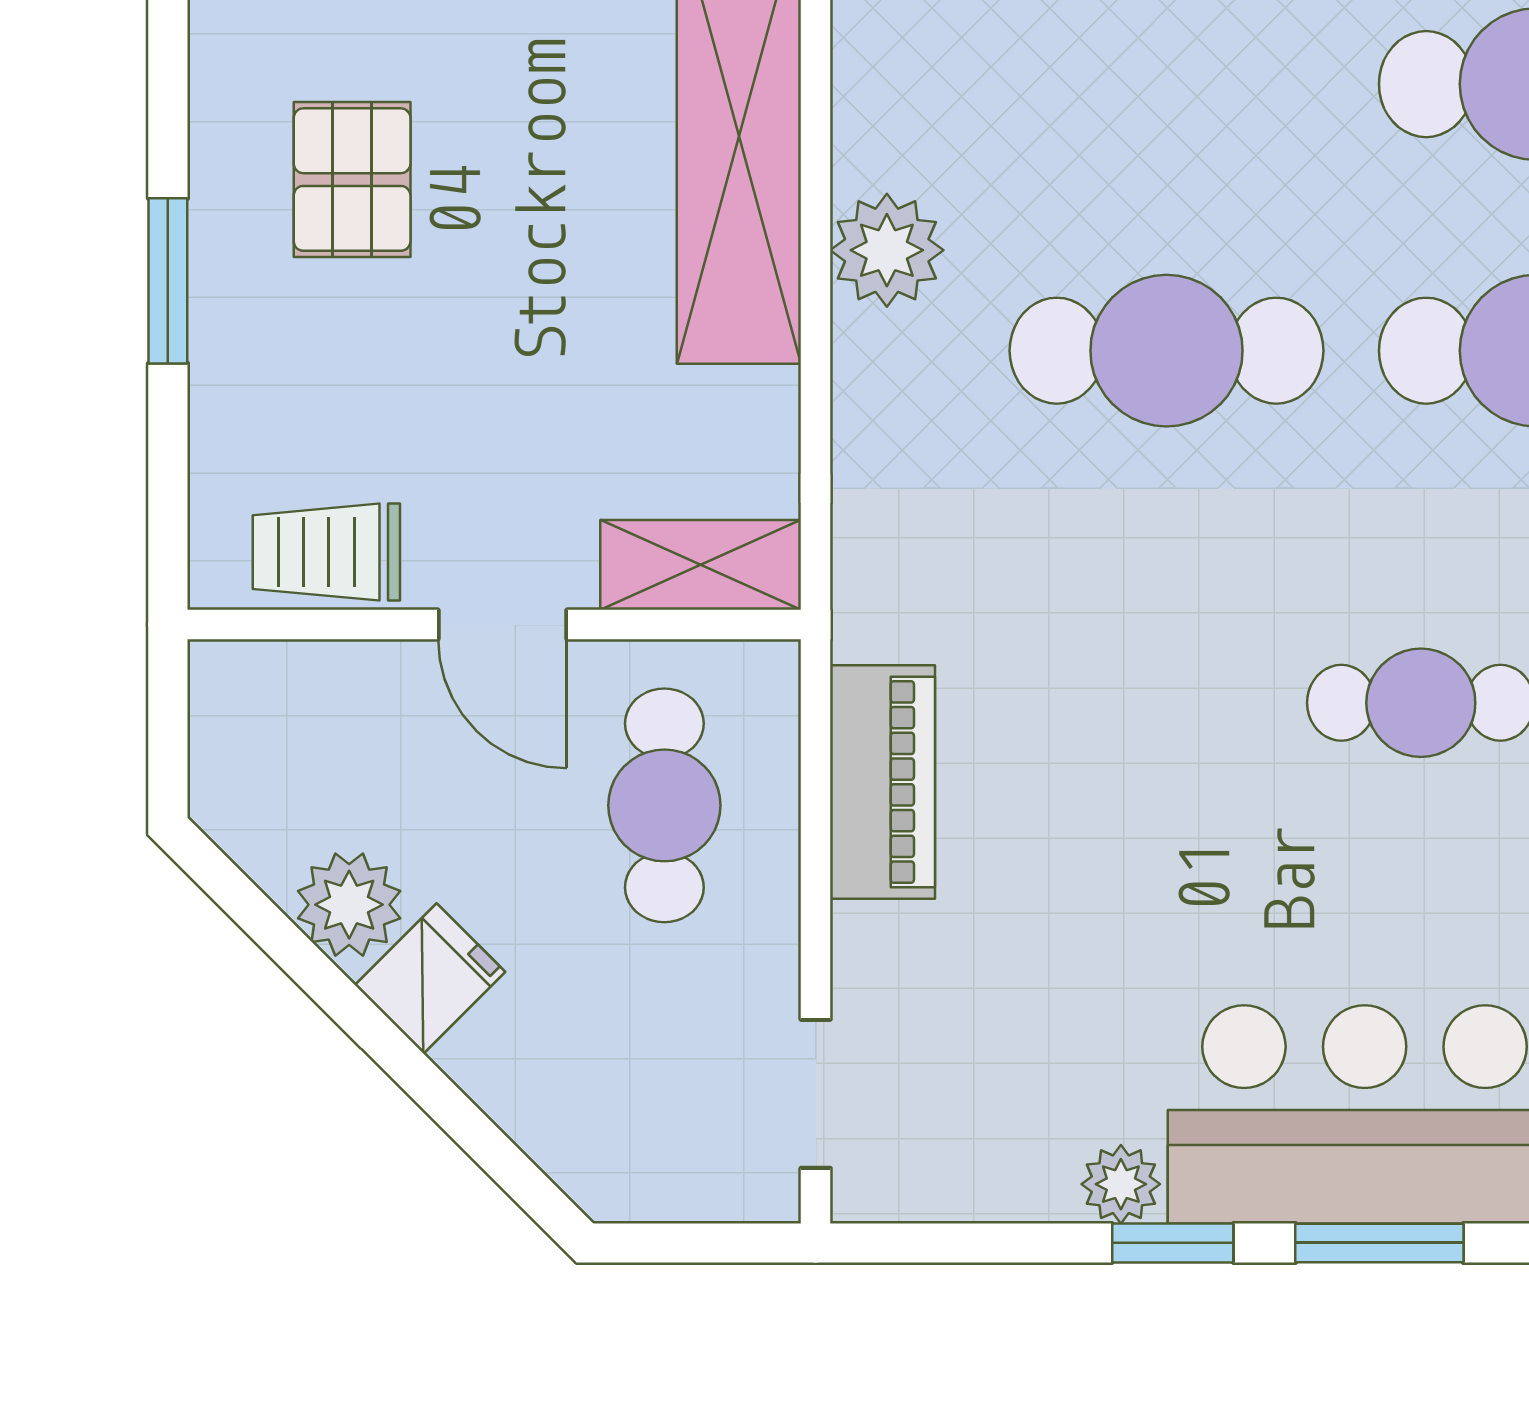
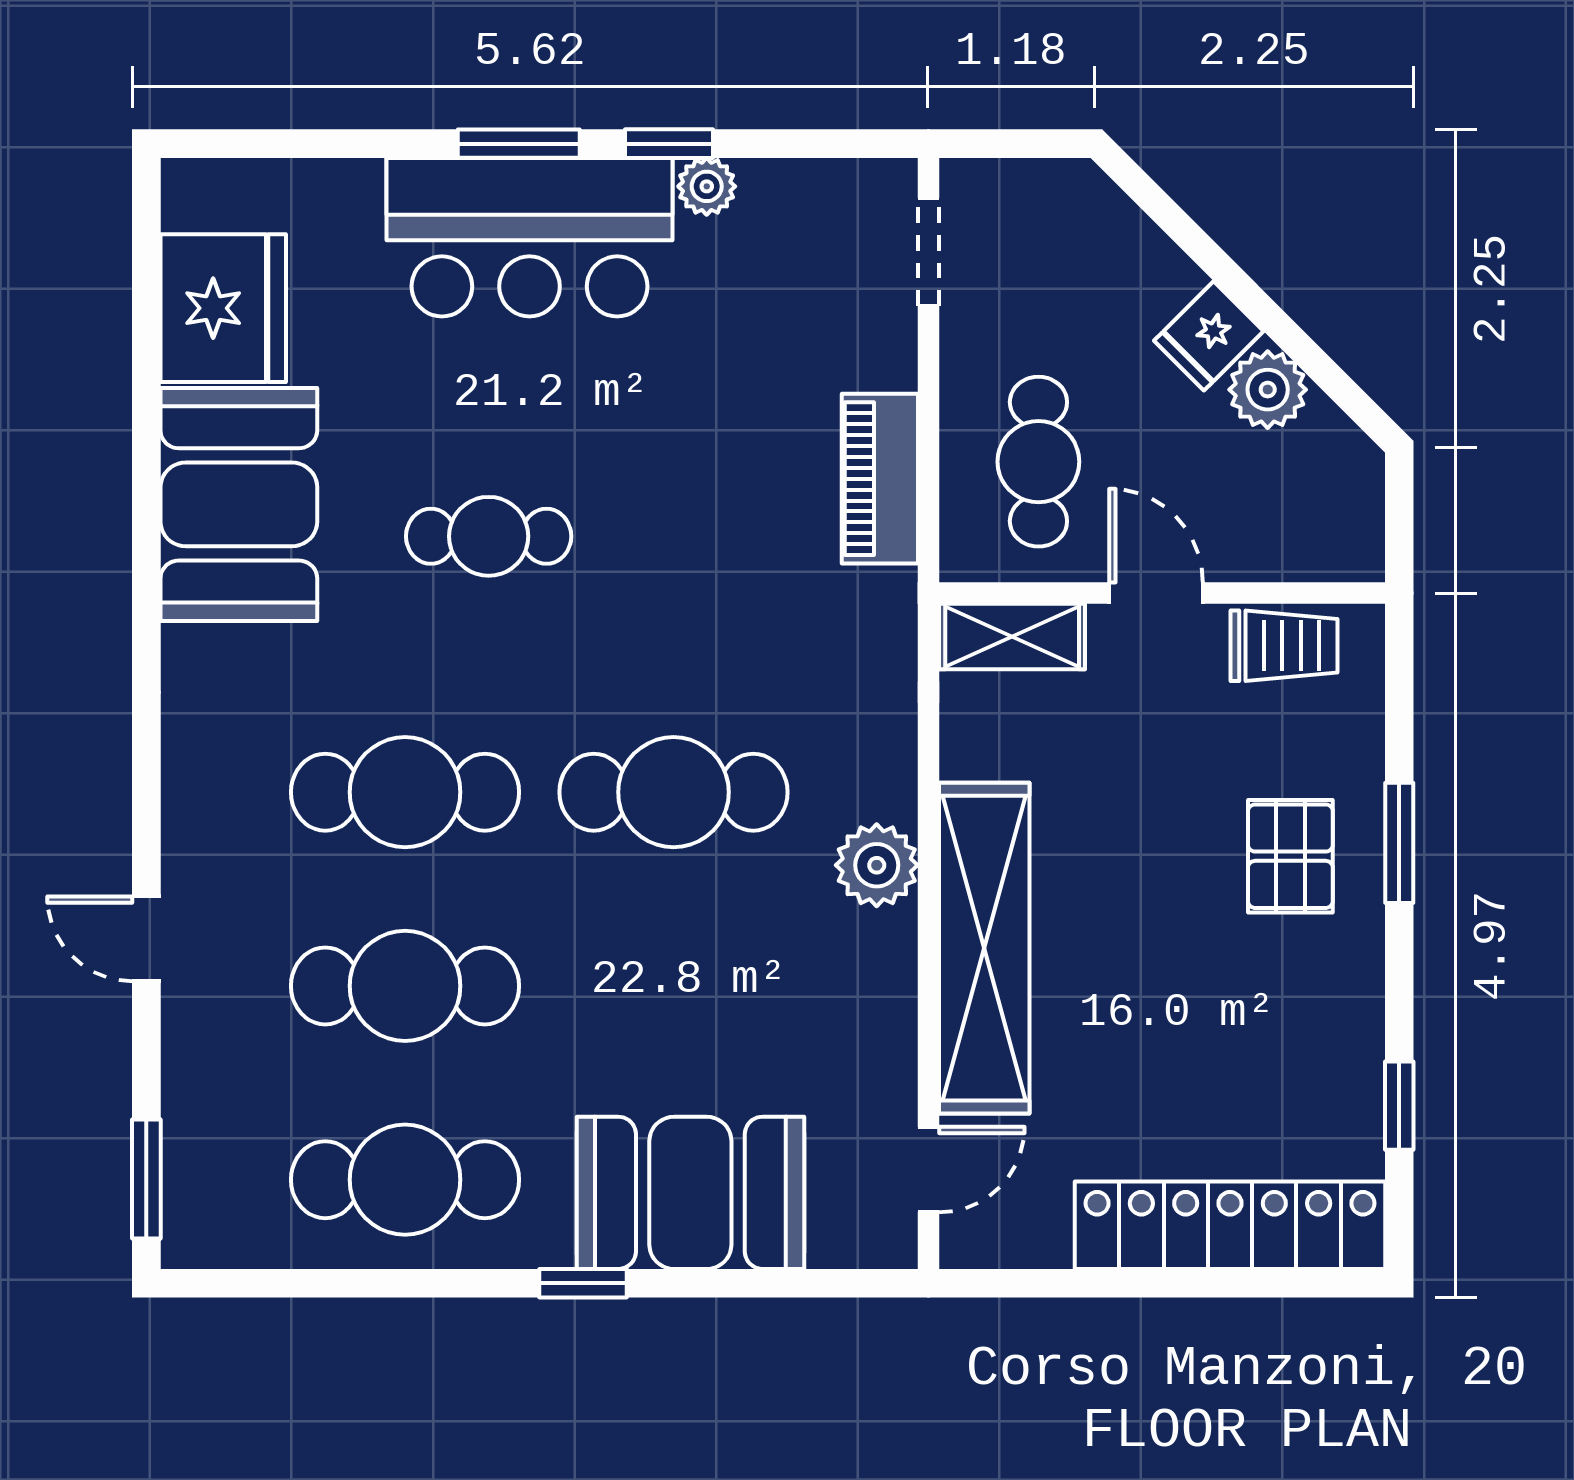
pallet: (352, 180) -> (1290, 856), moved

